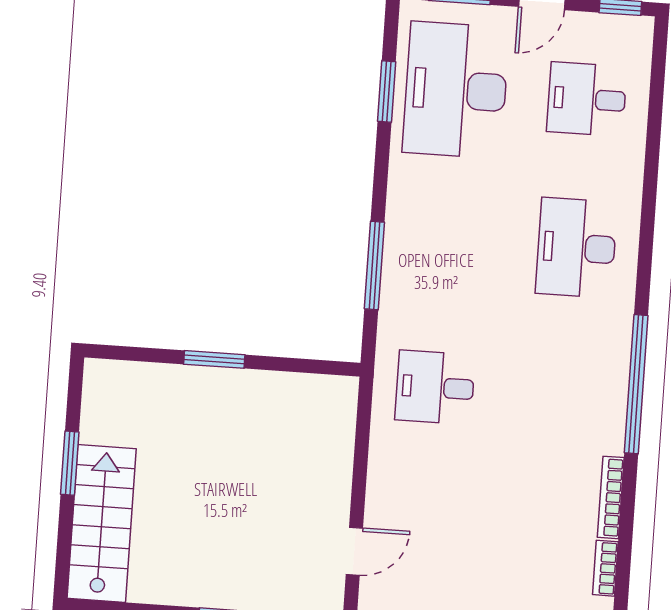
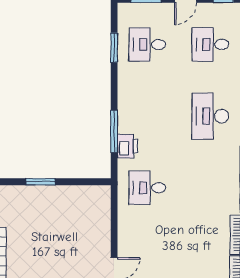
desk: (456, 90) -> (147, 45), width x0.53, depth x0.77
printer: (400, 298) -> (127, 146), added

